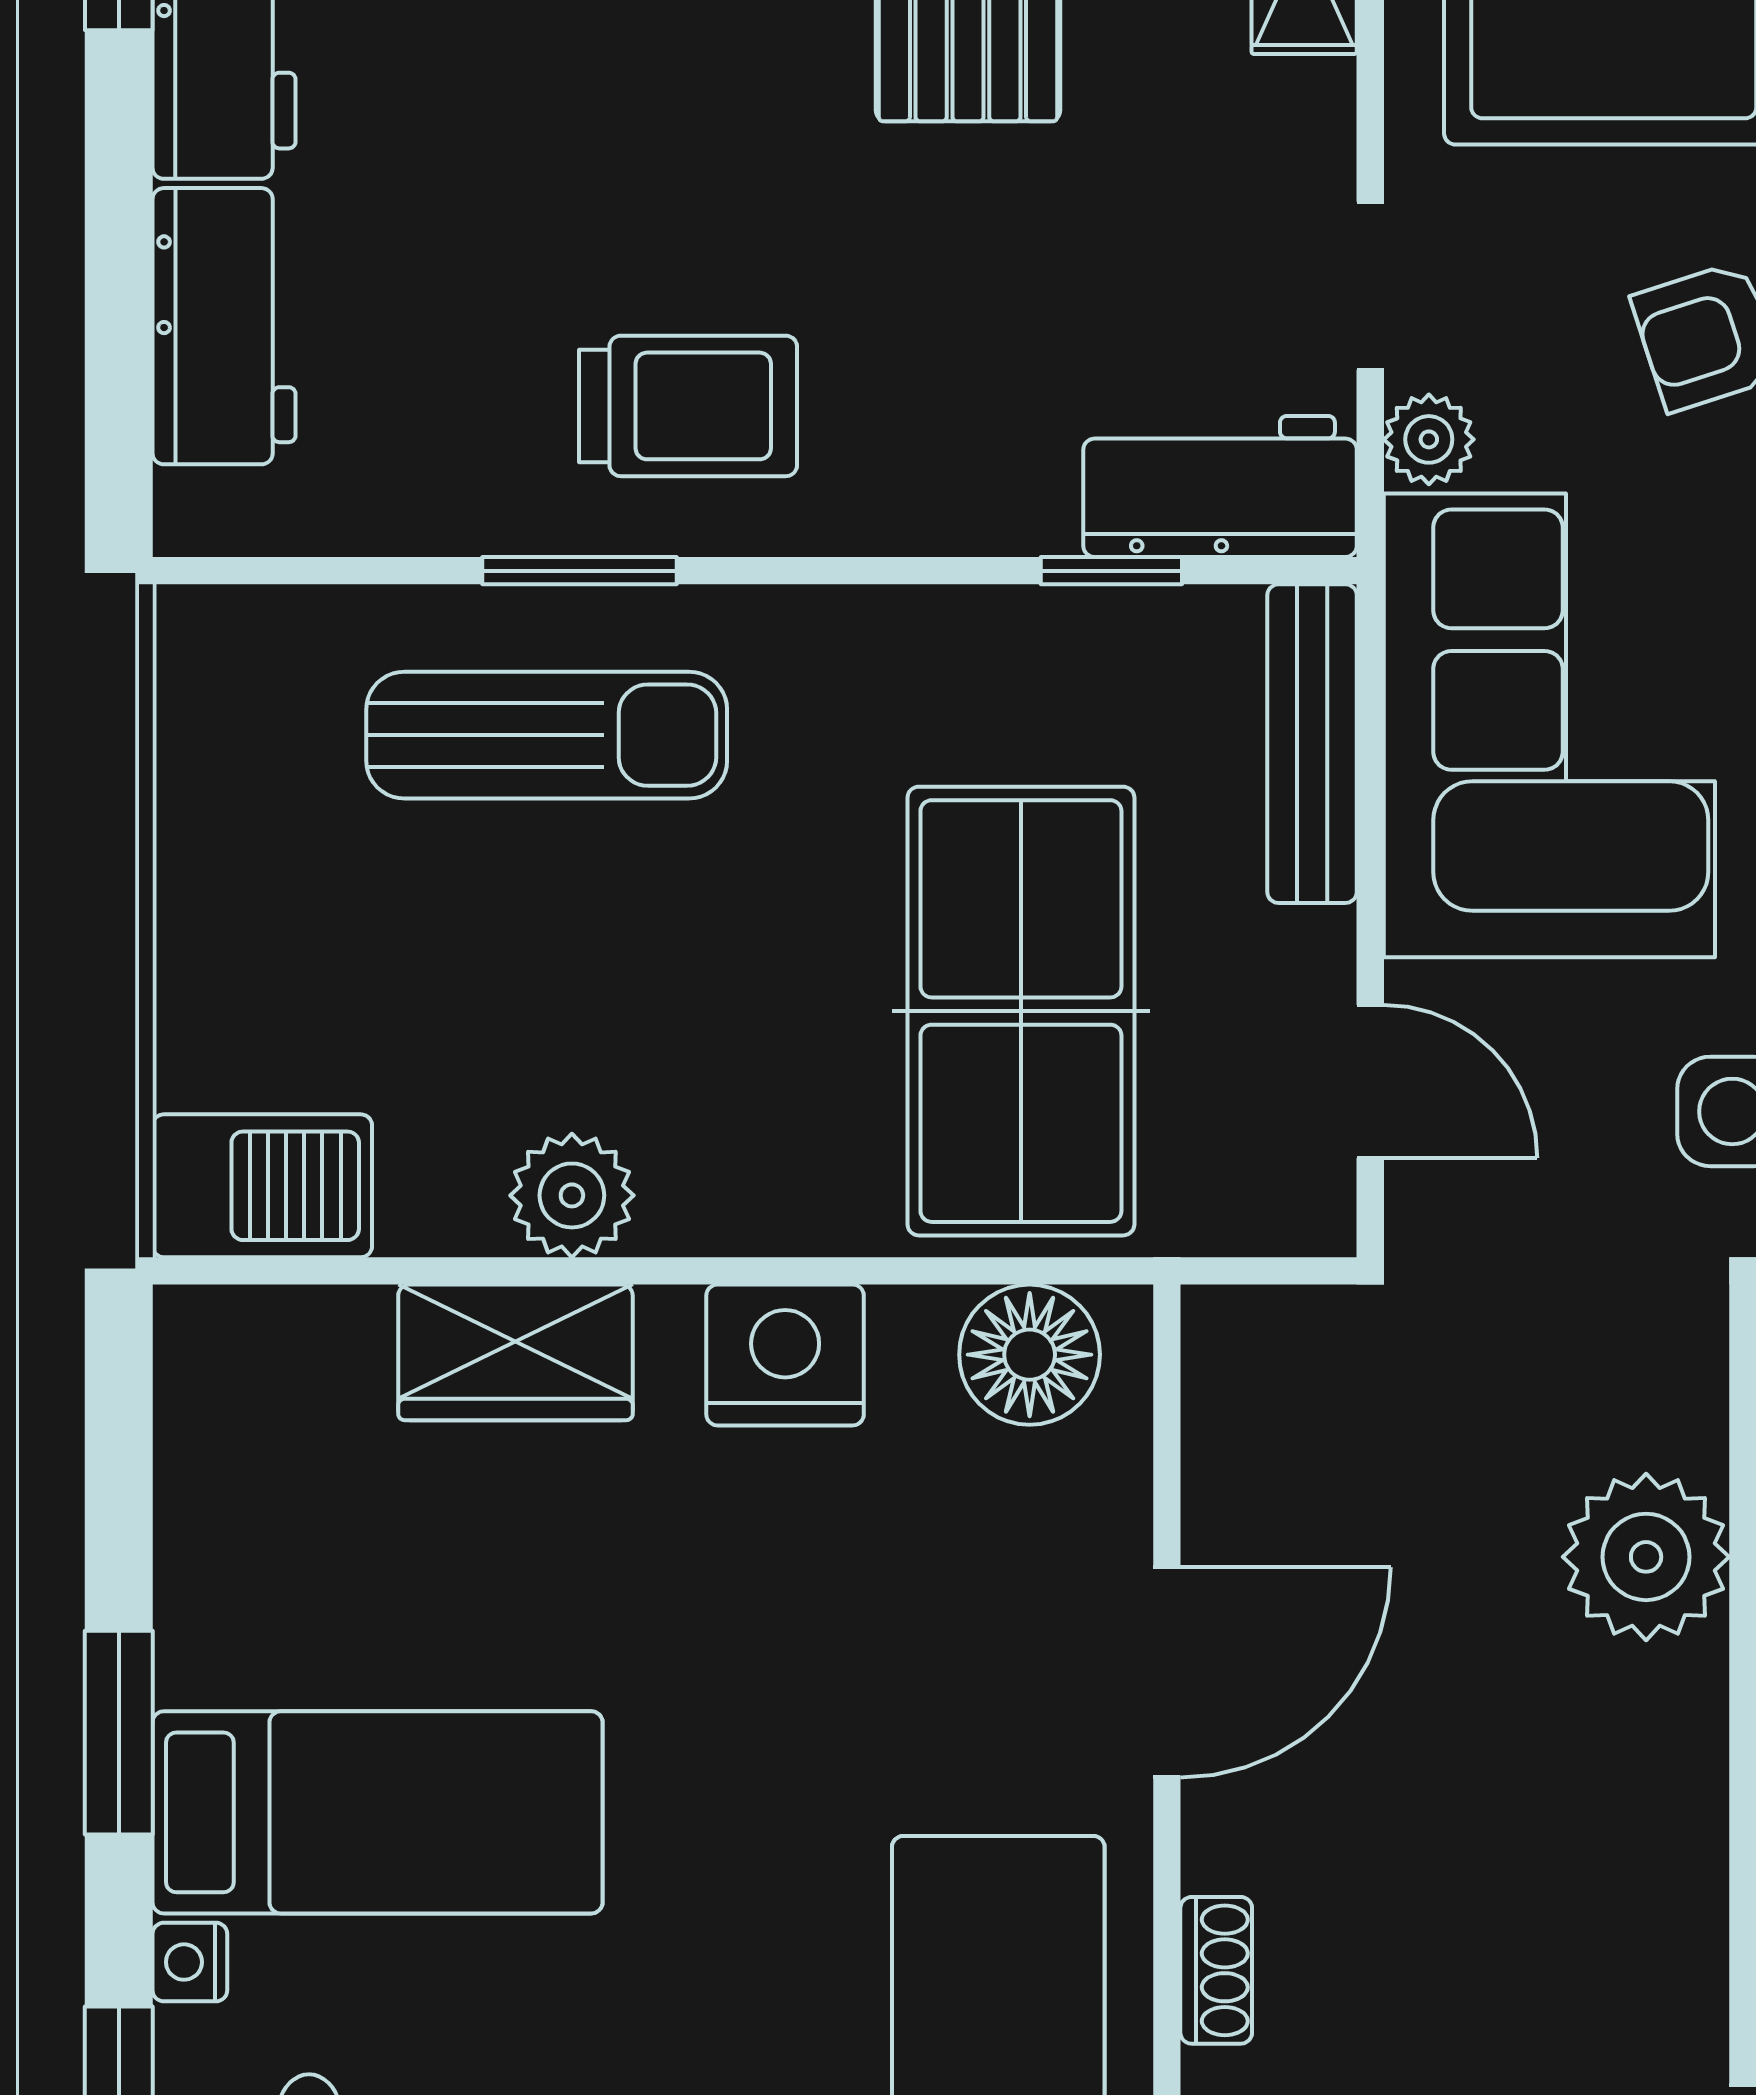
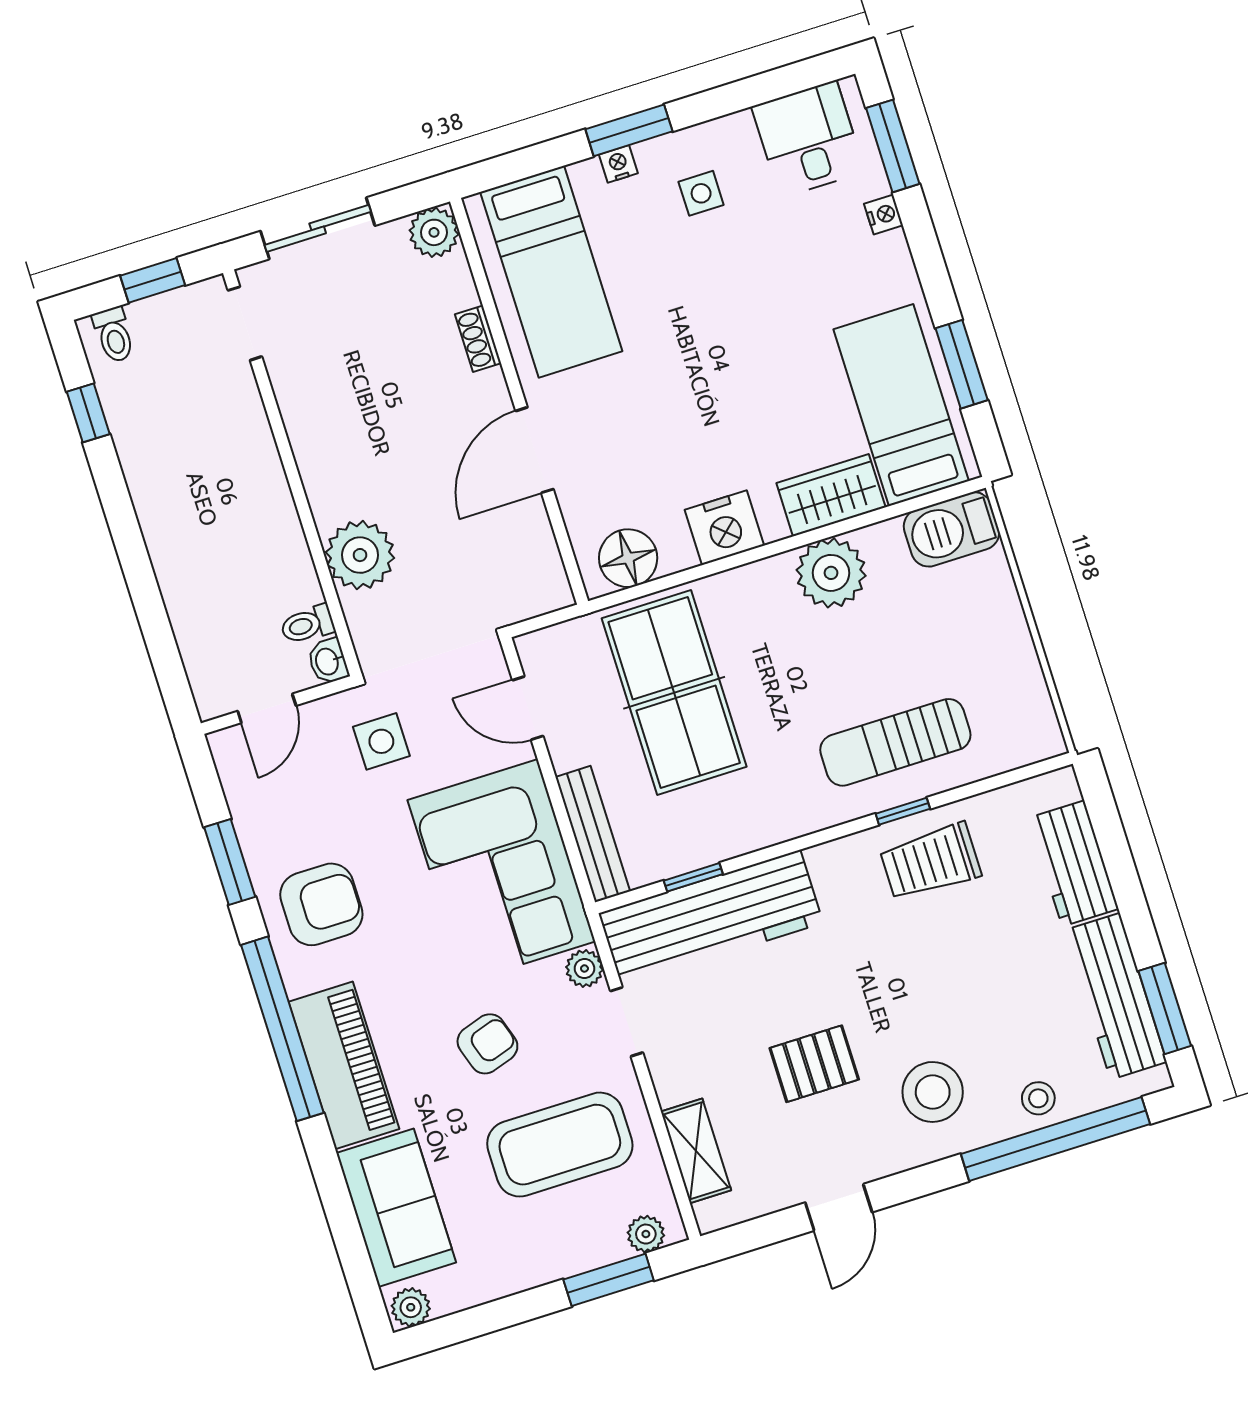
trolley: (688, 406) -> (931, 862), moved
workbench: (1220, 486) -> (711, 918), width x1.88, depth x1.32
window: (580, 571) -> (903, 811), width x0.67
plant: (572, 1195) -> (831, 573), width x1.36, depth x1.36
window: (119, 1733) -> (962, 364), moved
bed: (378, 1812) -> (901, 405), moved, turned 90

